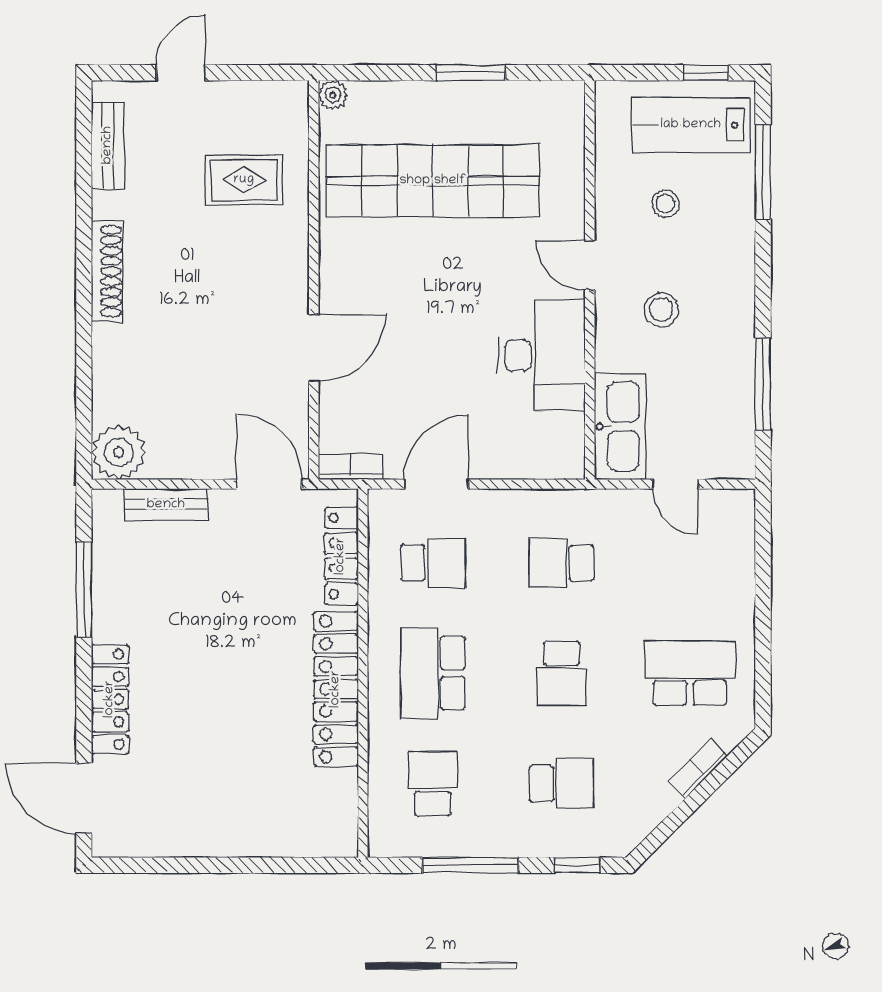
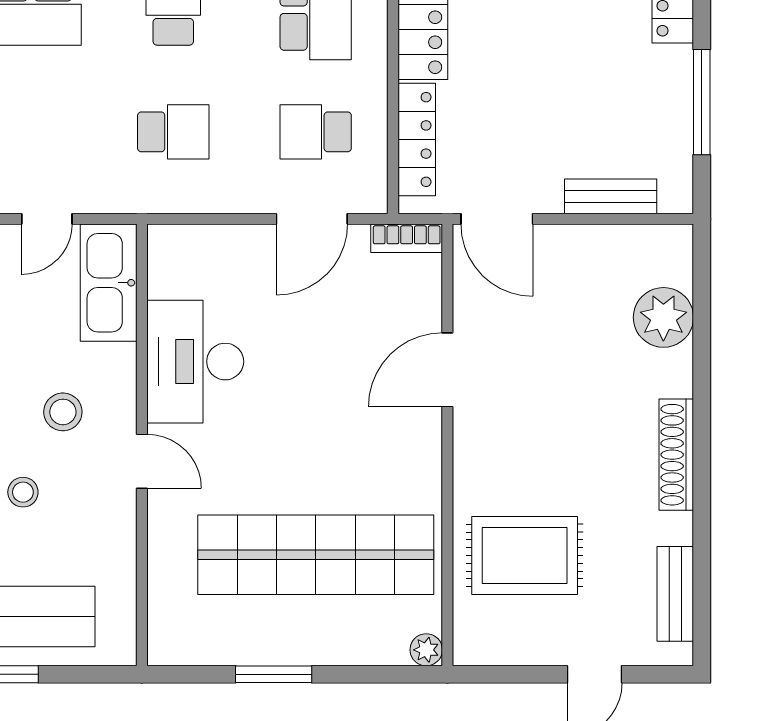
rug: (244, 180) -> (525, 556), width x1.36, depth x1.43
stool: (665, 204) -> (23, 492), moved
plant: (119, 452) -> (663, 317), moved
door: (676, 484) -> (47, 219), swing flipped

